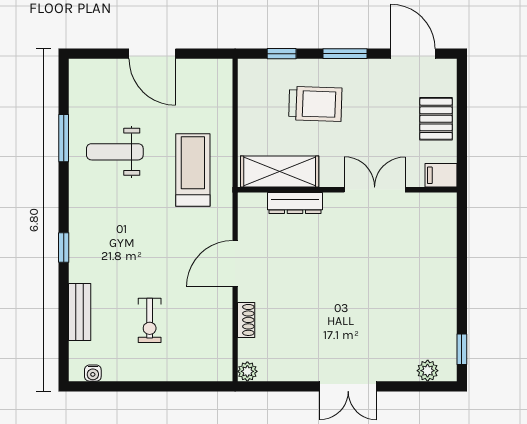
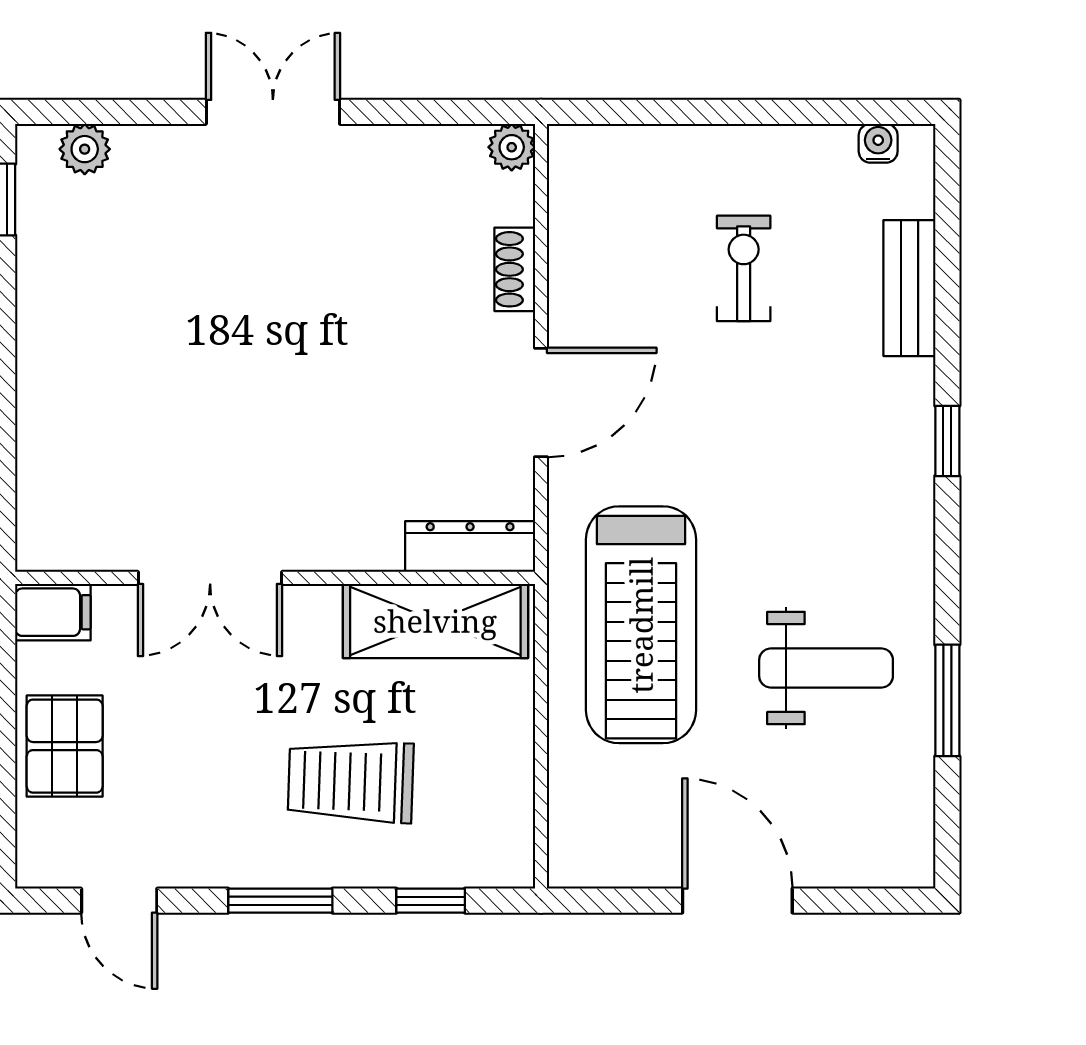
door: (413, 54) -> (119, 901), width x0.73
treadmill: (193, 170) -> (641, 625), width x1.37, depth x1.38
dresser: (295, 203) -> (470, 547), moved

